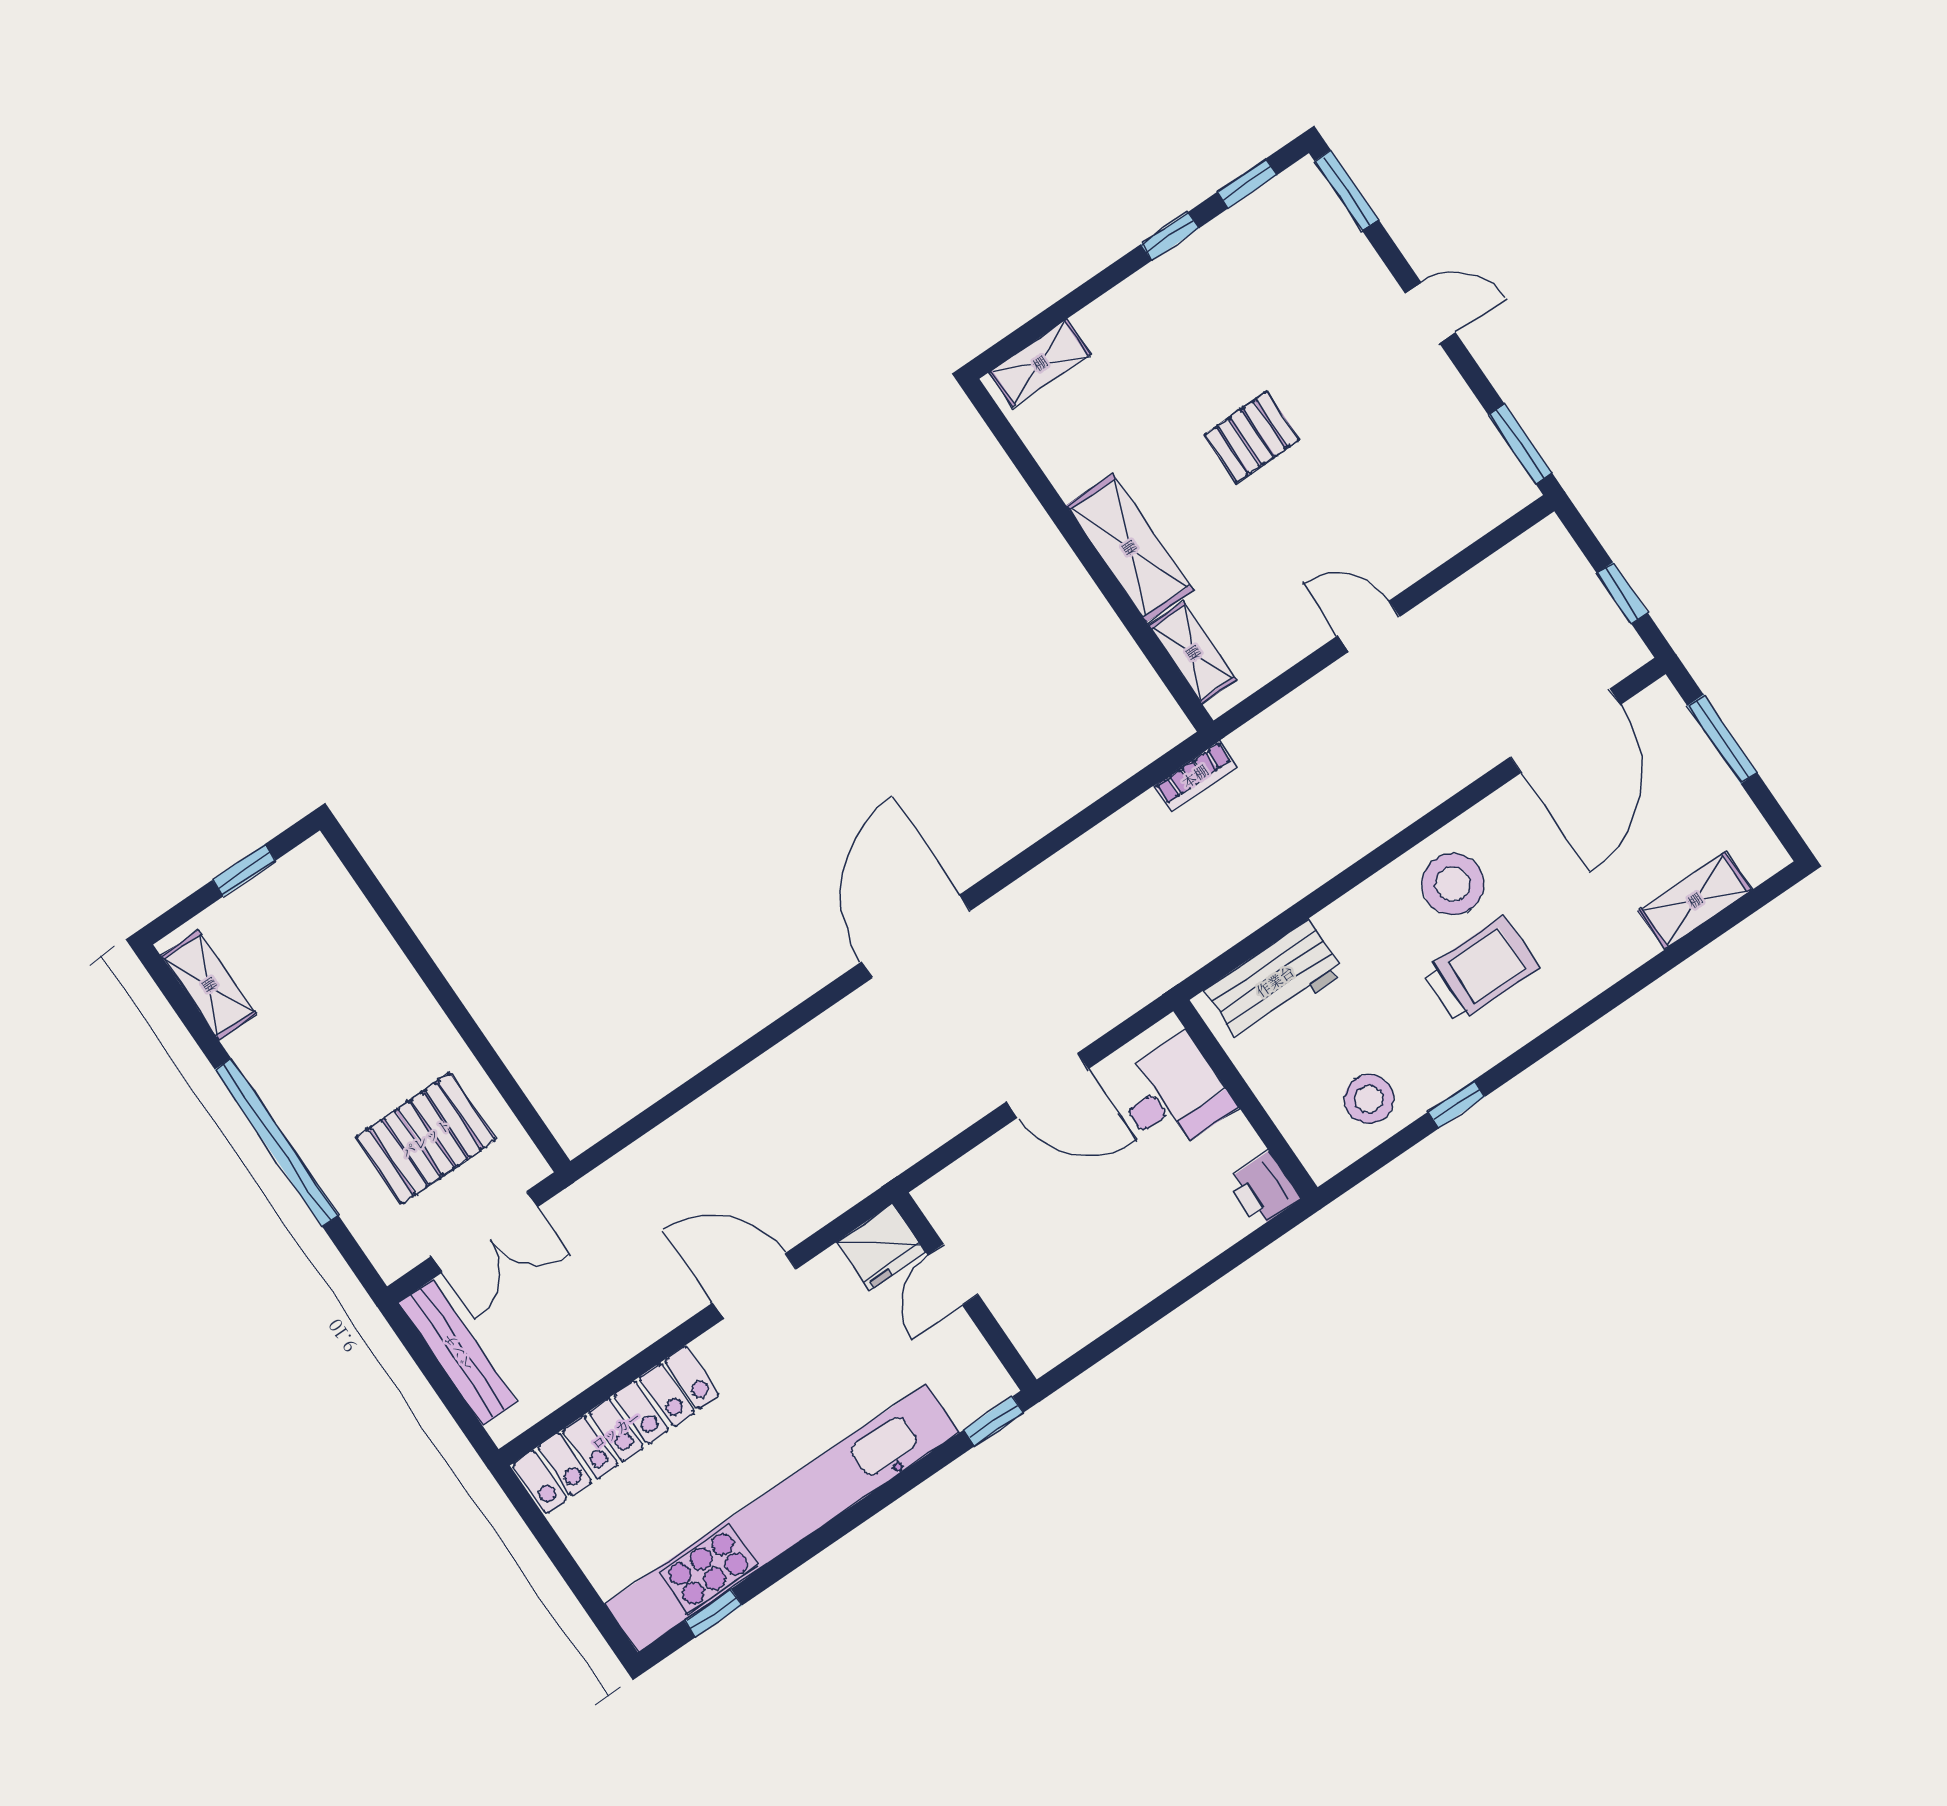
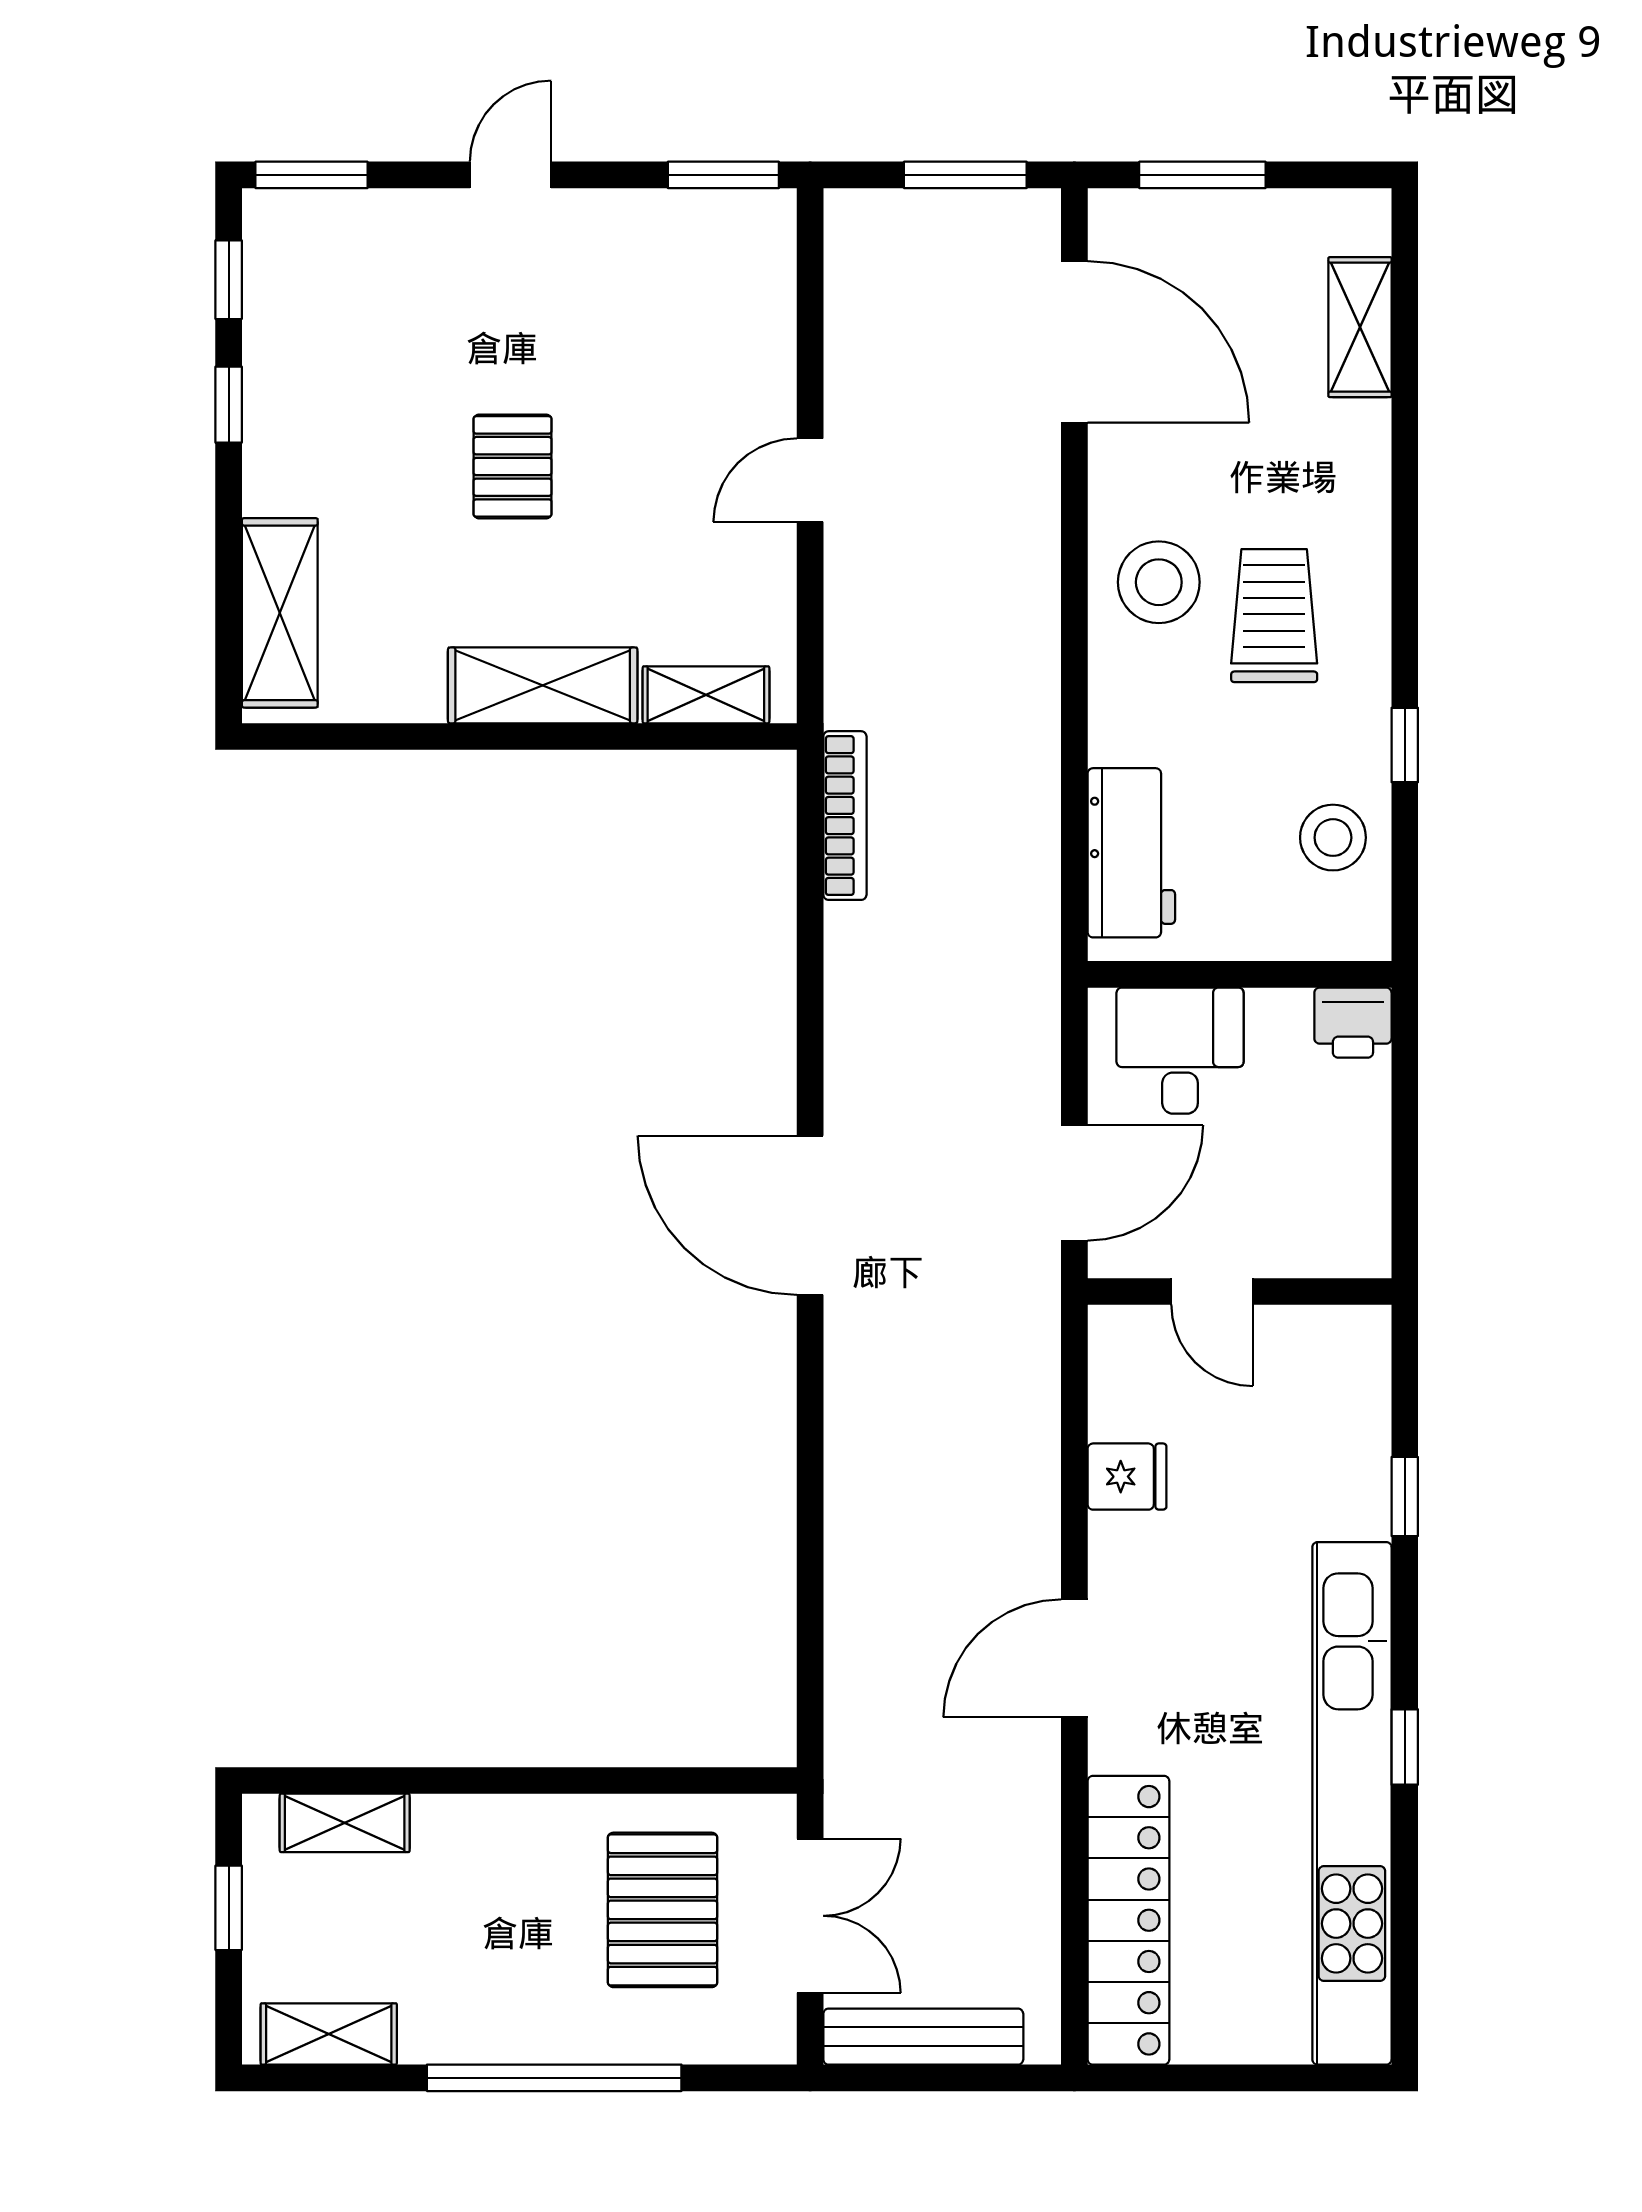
shelving: (1040, 363) -> (280, 613), width x1.50, depth x1.33
window: (1622, 593) -> (965, 175), width x1.50
bookcase: (1195, 776) -> (845, 816), width x1.56
shelving: (345, 906) -> (345, 1823), added
fridge: (881, 1247) -> (1127, 1477), width x0.72
door: (953, 1275) -> (1212, 1292), moved
wall: (965, 1292) -> (1240, 1292), moved
window: (713, 1613) -> (1405, 1747), moved

